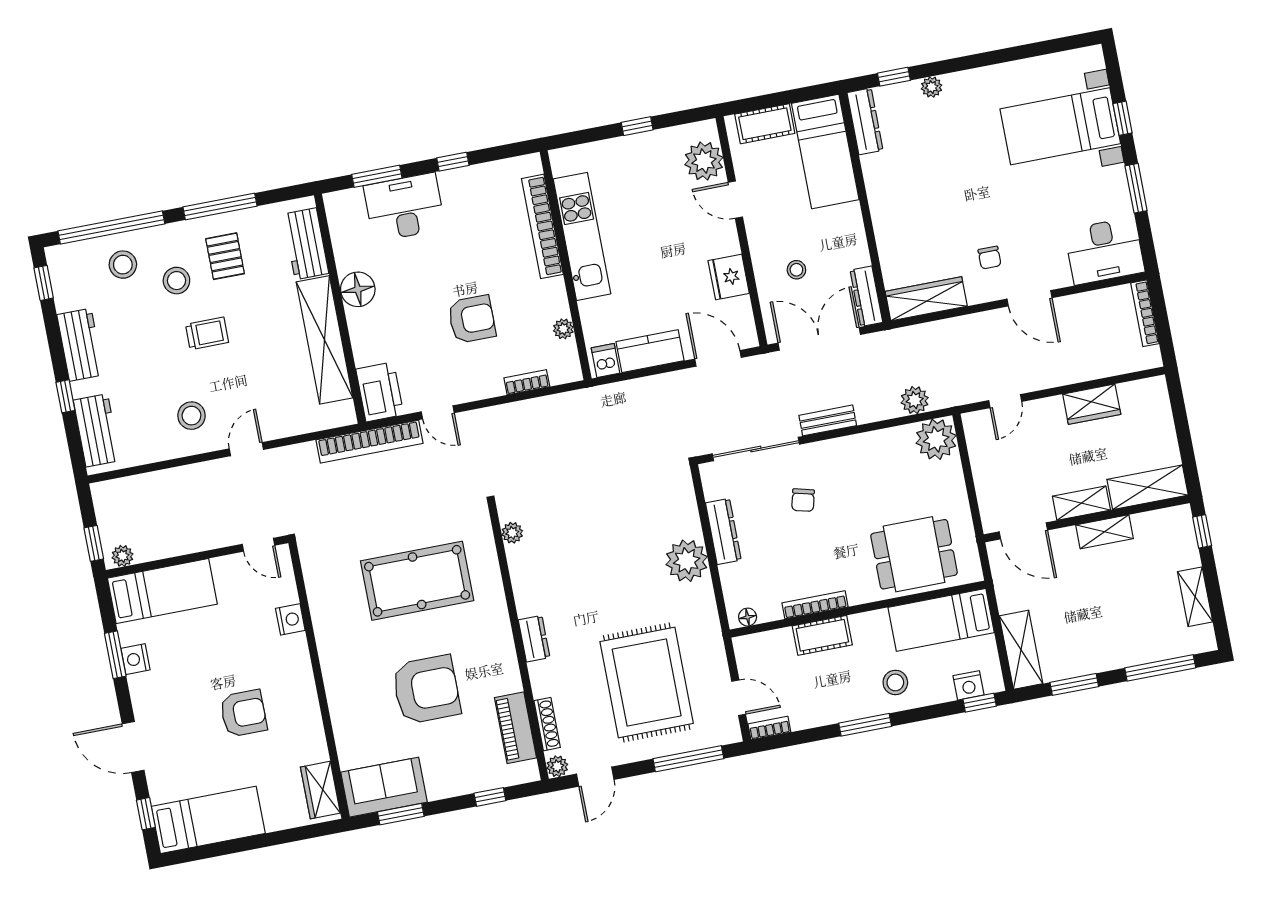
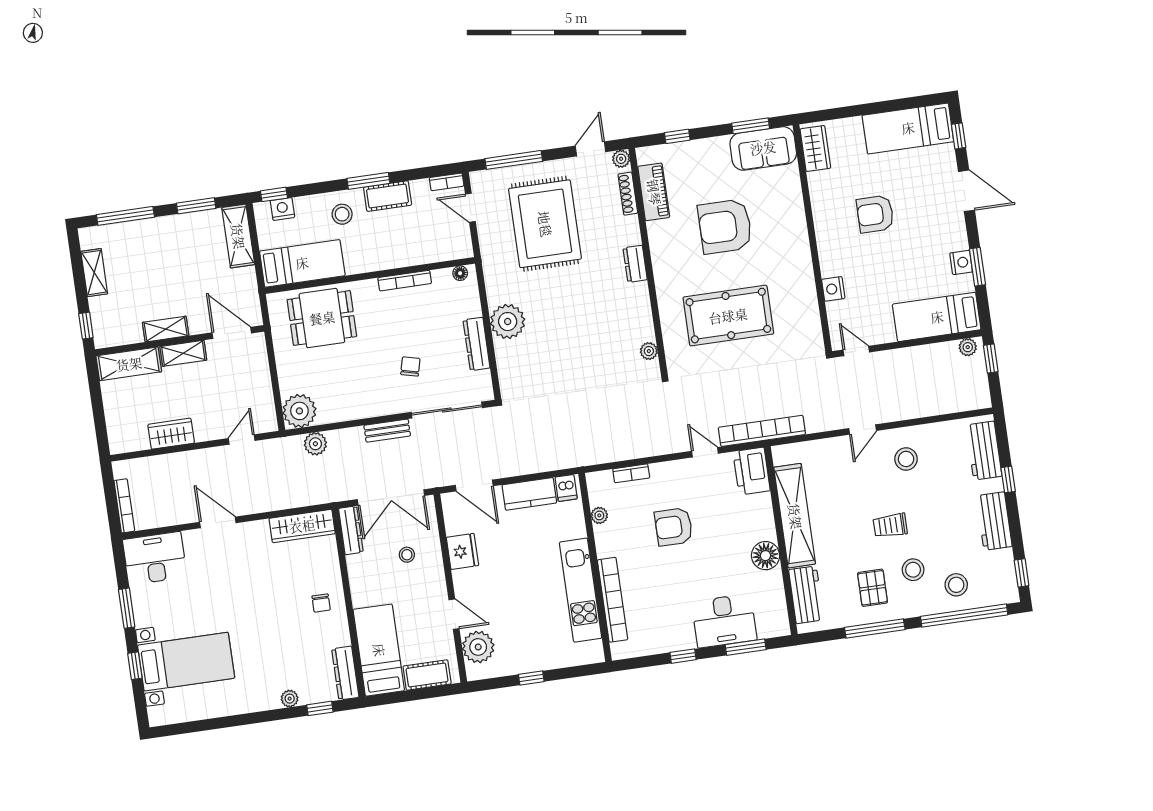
chair: (990, 258) -> (321, 603), moved, turned 180
cot: (822, 635) -> (388, 196), moved

